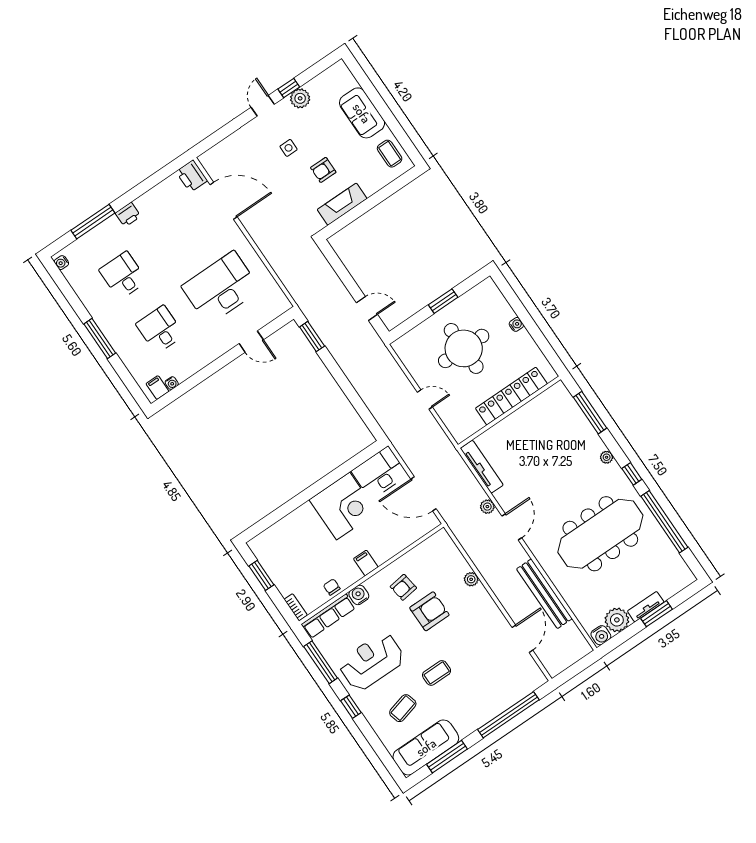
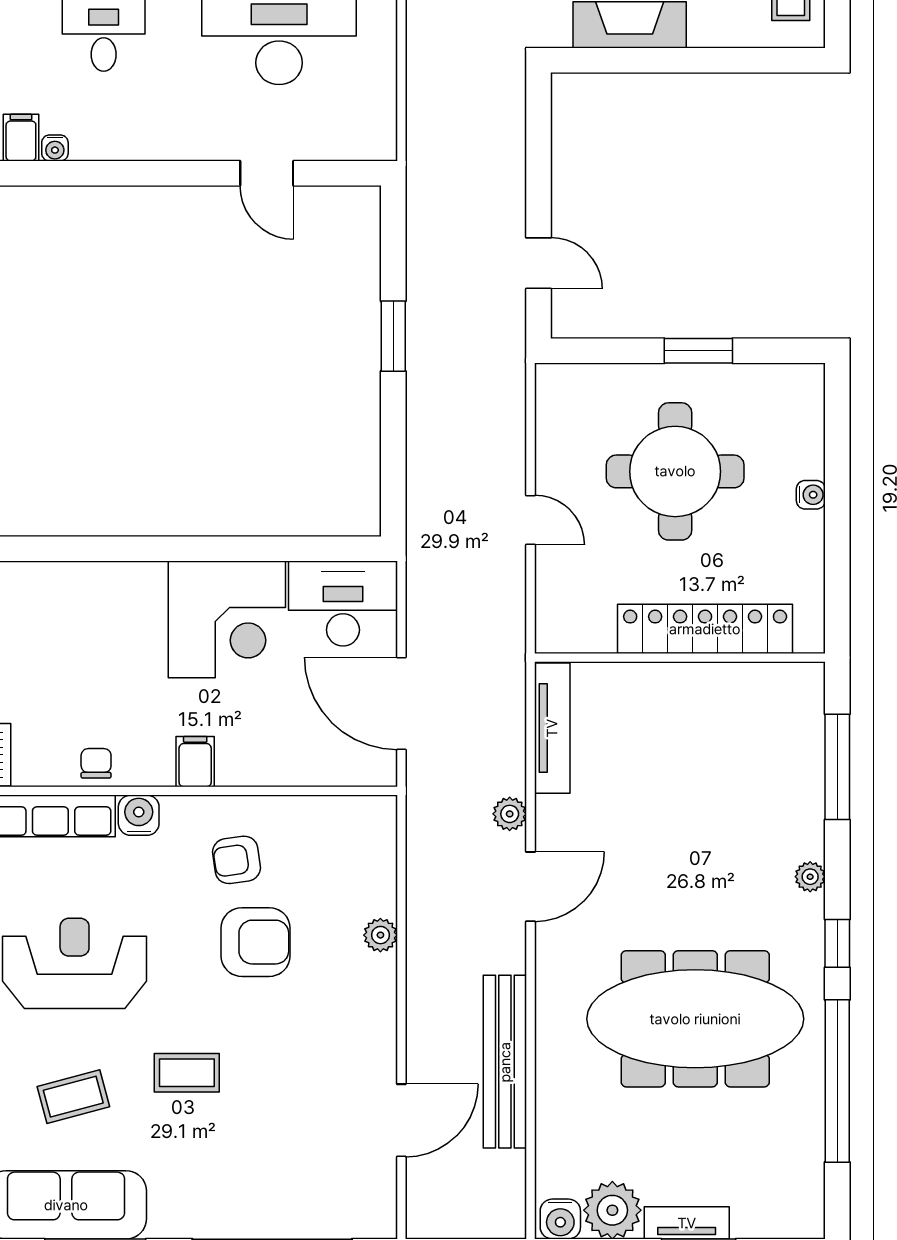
window: (312, 336) -> (393, 336), moved

